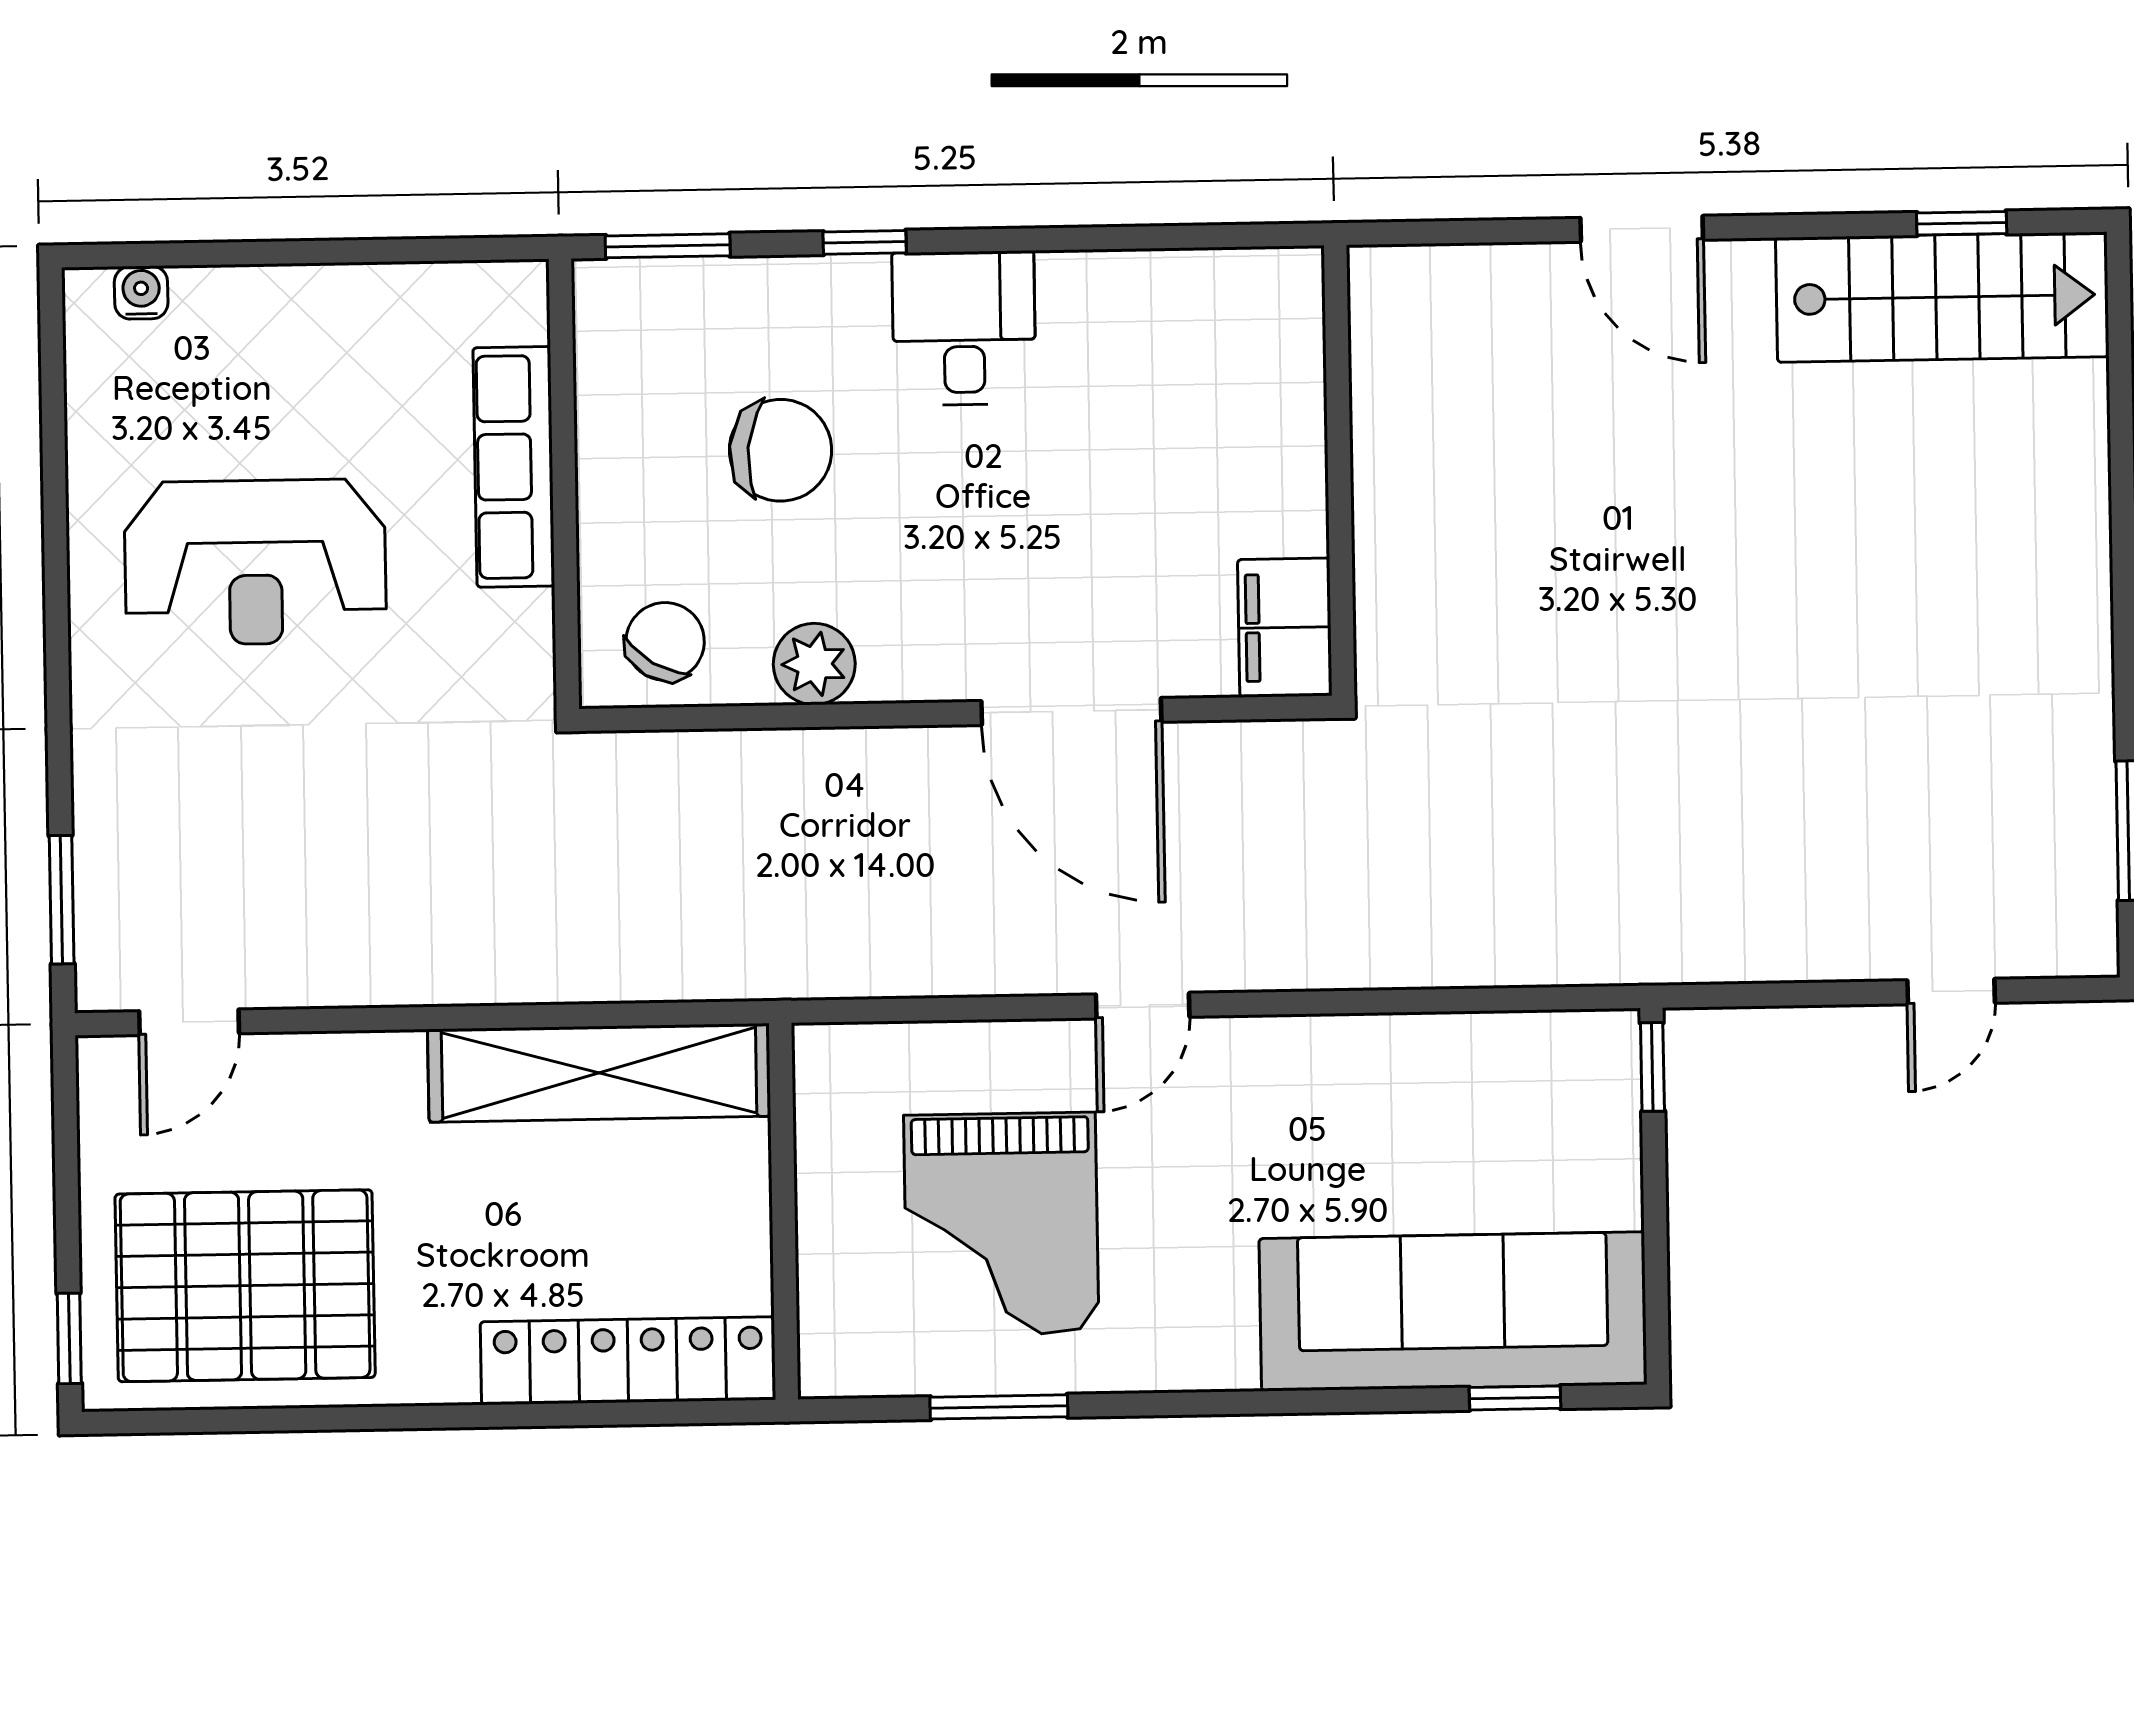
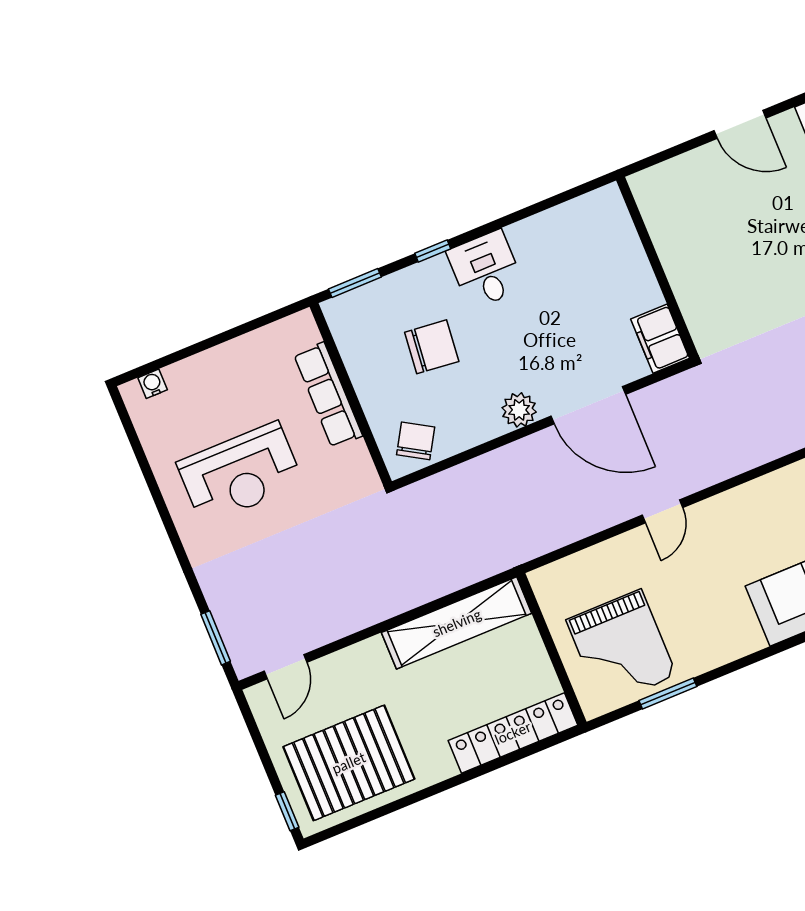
plant: (814, 664) -> (519, 410), moved
grand piano: (1001, 1224) -> (621, 648), moved

